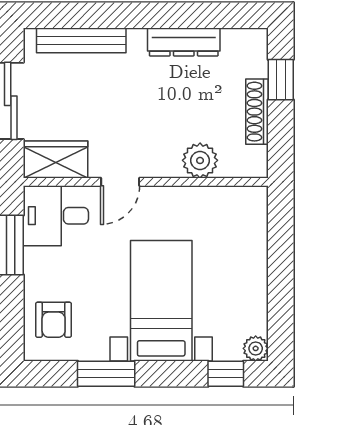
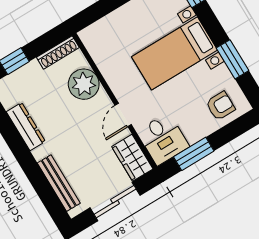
shoe rack: (257, 112) -> (58, 52), moved
plant: (200, 160) -> (84, 84), width x1.36, depth x1.36
door: (120, 182) -> (123, 115), swing flipped

